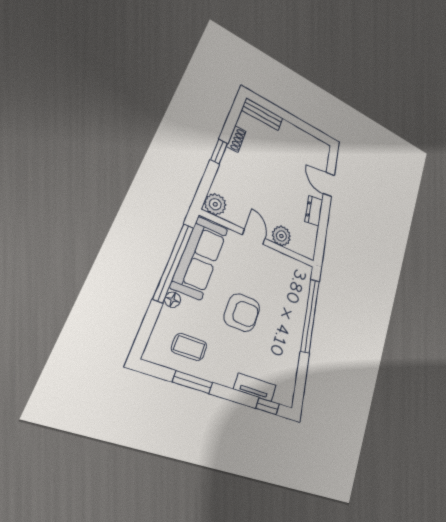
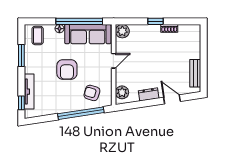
bench: (262, 114) -> (195, 73), moved
door: (329, 184) -> (172, 99), hinge flipped
plant: (281, 236) -> (122, 92), moved
armchair: (288, 288) -> (92, 93), added
coffee table: (189, 347) -> (38, 35), moved
tv unit: (255, 387) -> (29, 92), width x1.41

